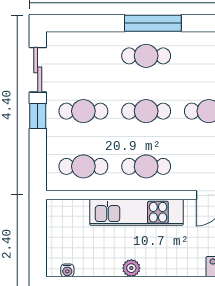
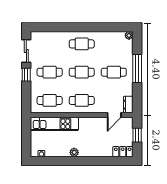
window: (153, 23) -> (85, 27), removed
kitchen unit: (136, 212) -> (54, 124), moved

